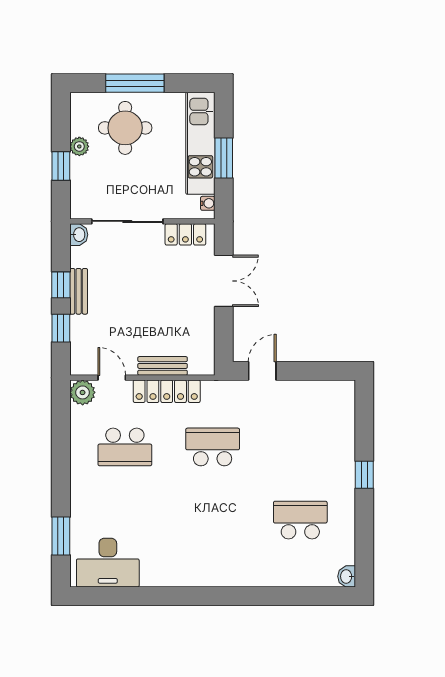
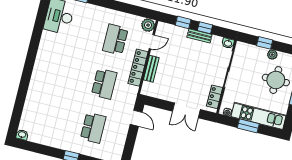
school desk: (300, 520) -> (93, 128), moved

